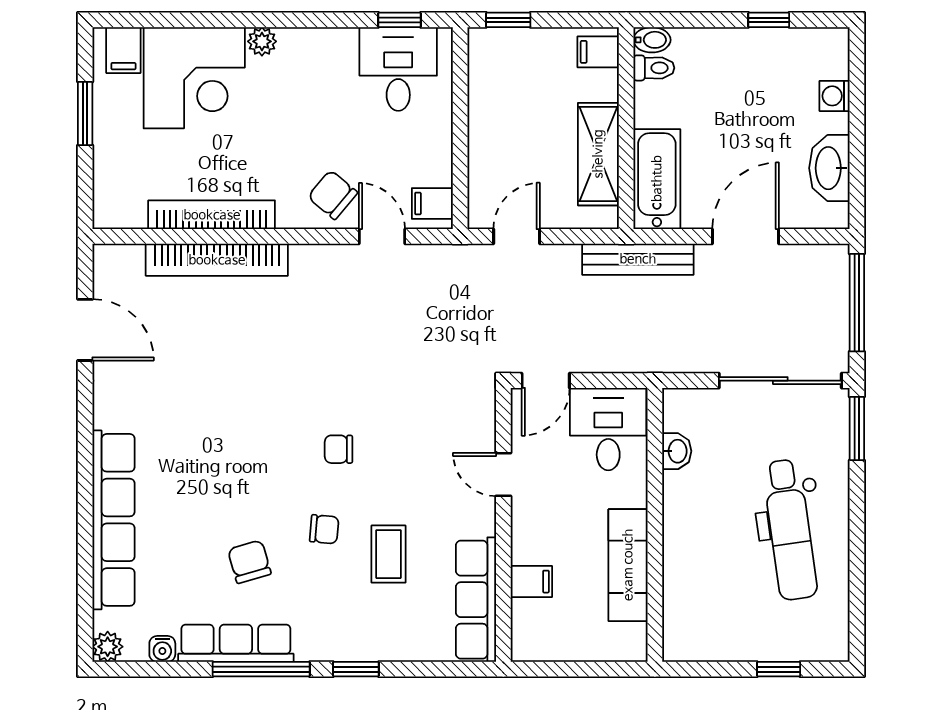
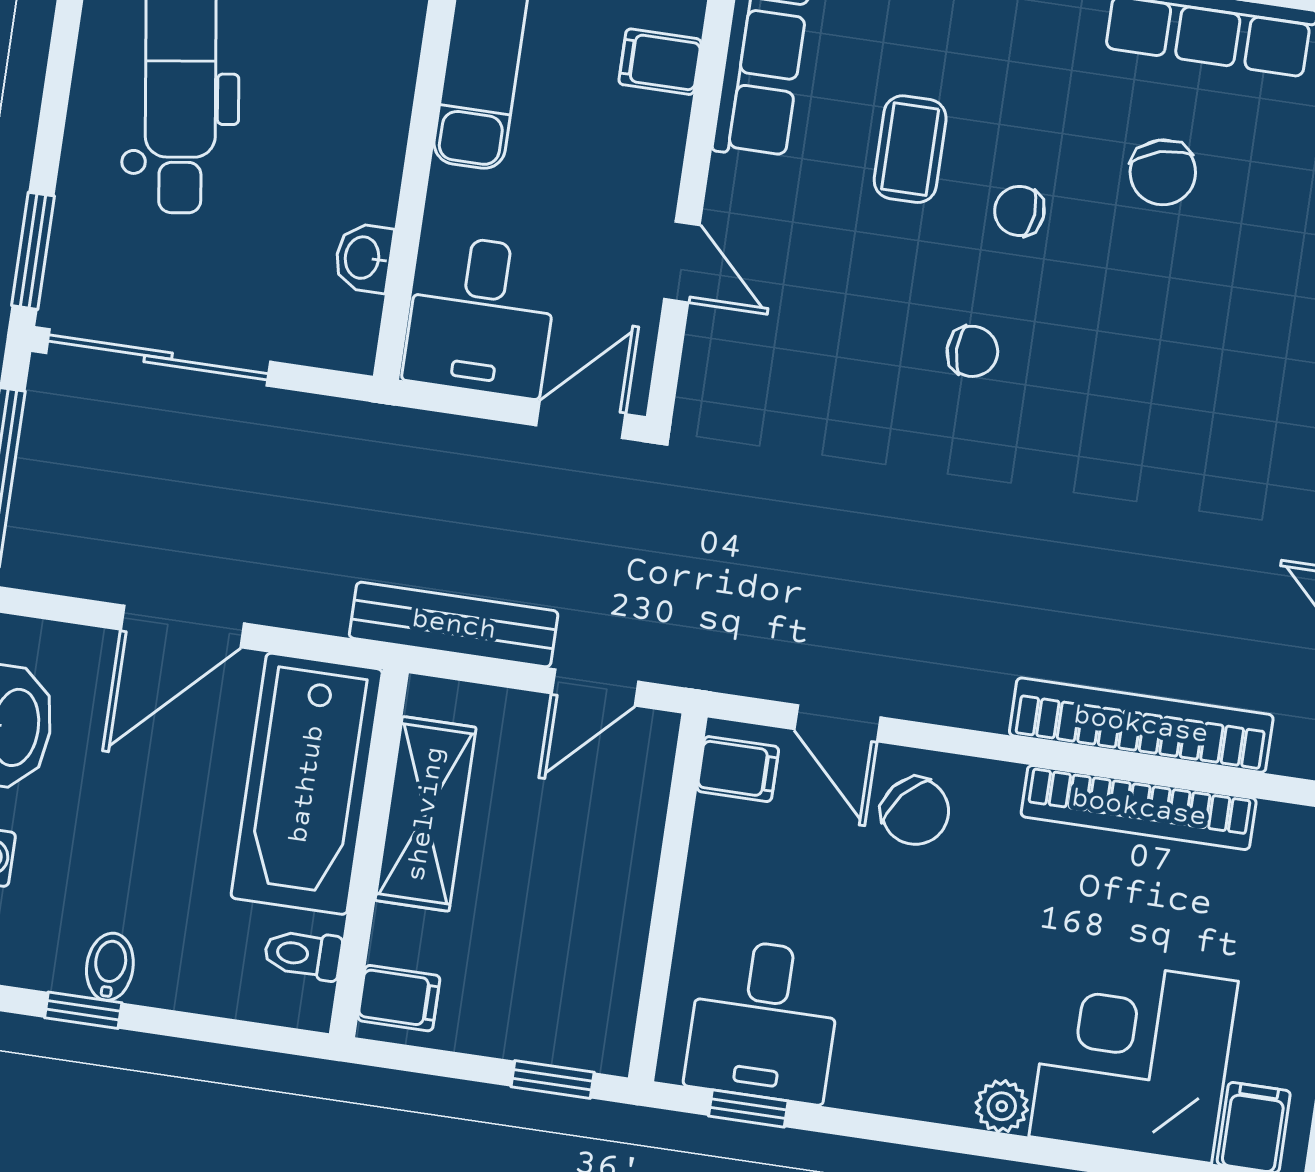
bidet: (652, 40) -> (110, 967), moved, turned 90
bathtub: (657, 179) -> (307, 784), width x1.36, depth x1.36
bench: (638, 259) -> (454, 625), moved

